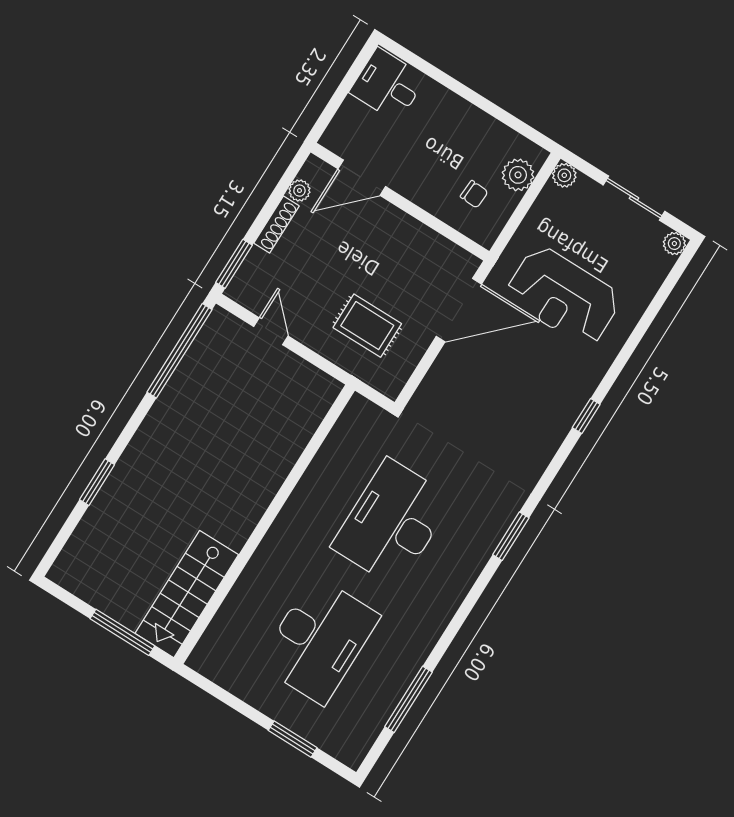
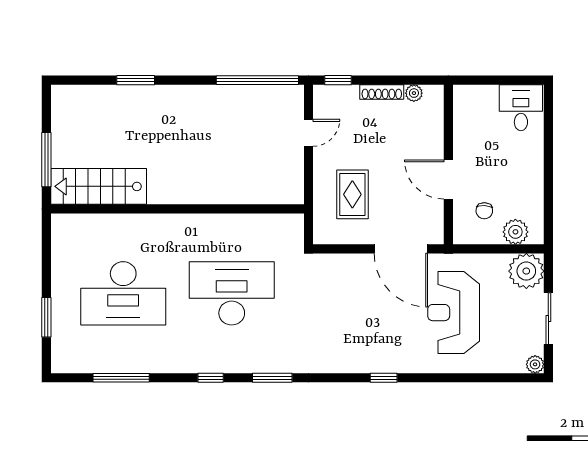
plant: (564, 175) -> (526, 271), width x1.88, depth x1.88
door: (362, 178) -> (448, 180), moved
window: (234, 264) -> (338, 80), width x0.67
window: (469, 603) -> (211, 378), added

